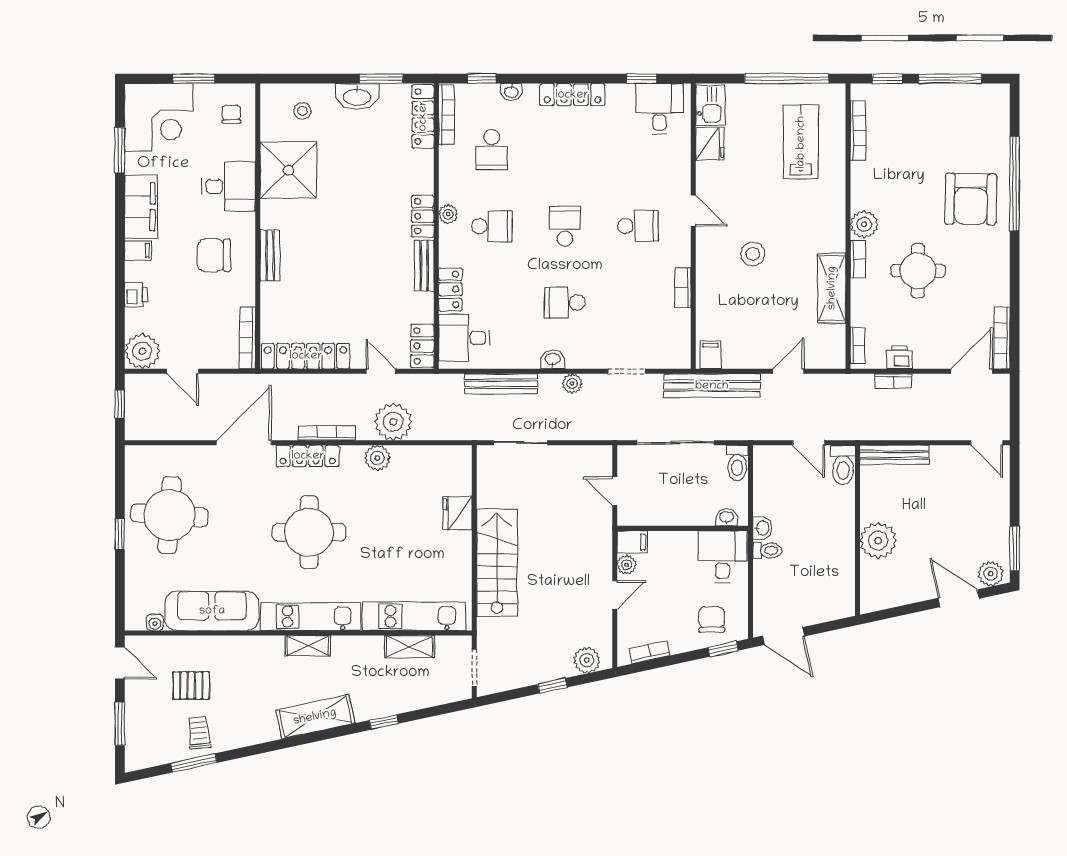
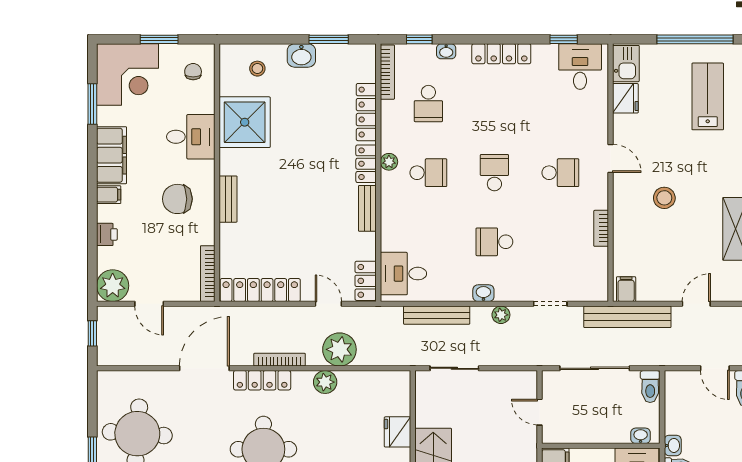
washbasin: (357, 96) -> (301, 55), width x0.72
locker: (423, 117) -> (366, 112), moved
locker: (450, 289) -> (391, 230), removed

